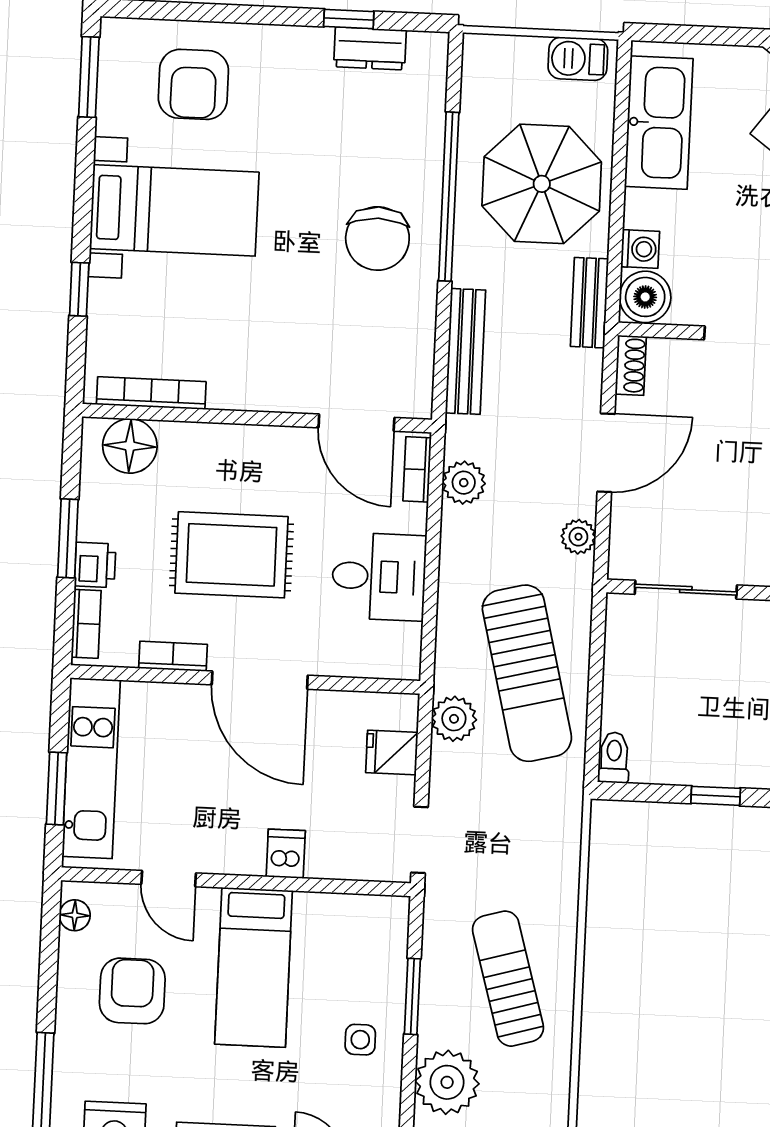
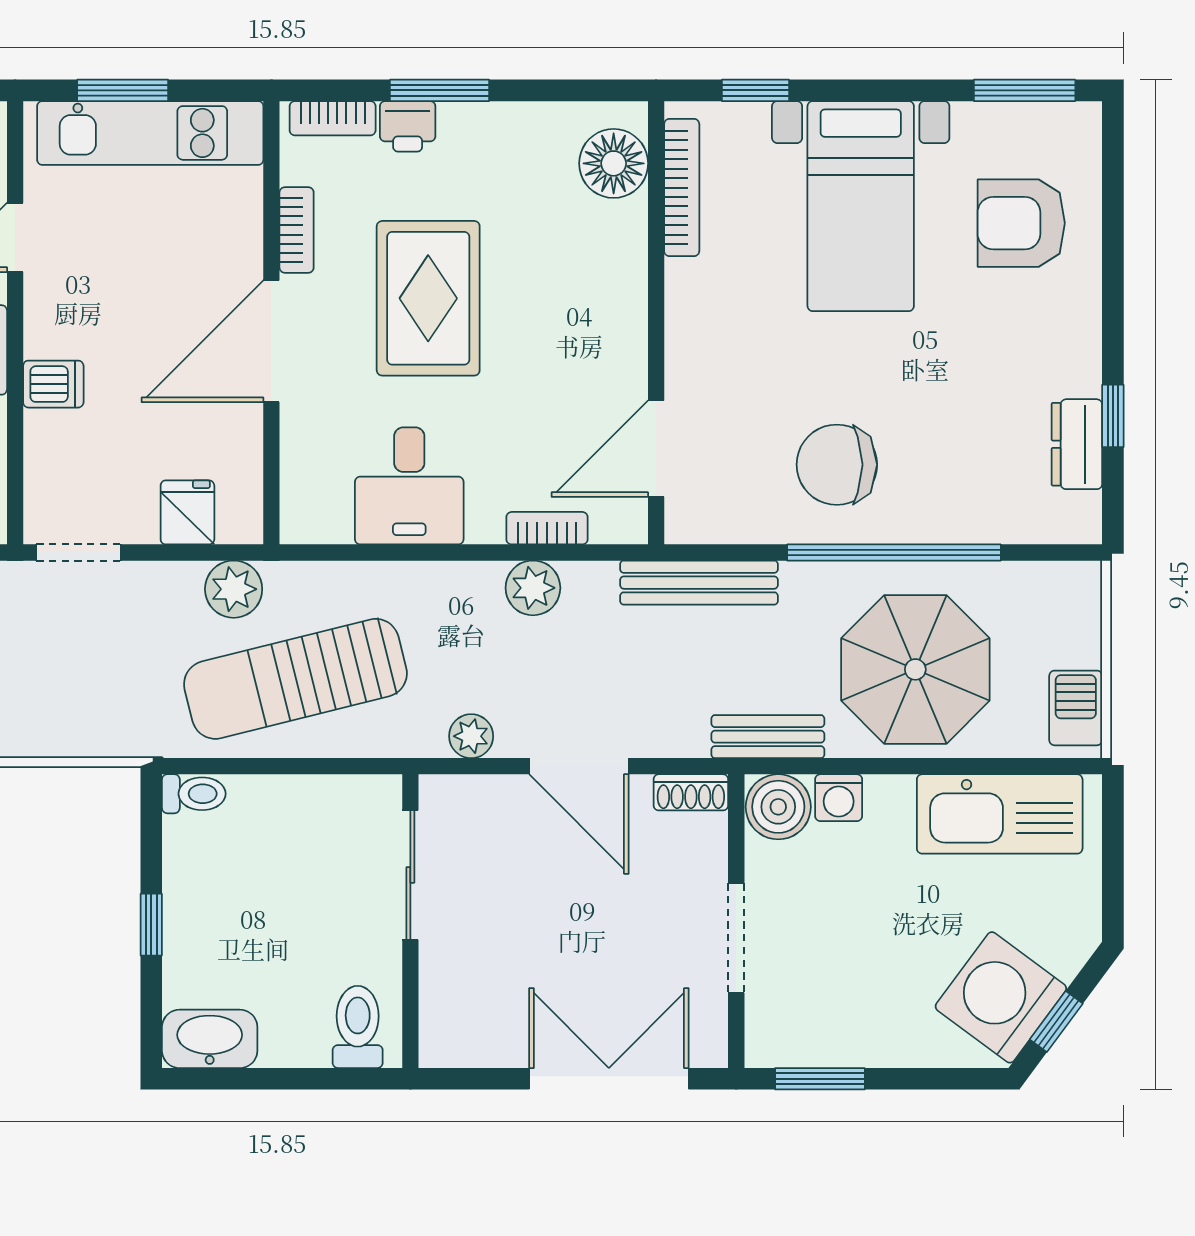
bookcase: (151, 393) -> (682, 188), moved
wall: (257, 418) -> (656, 323), moved
door: (356, 423) -> (656, 449), moved
floor lamp: (130, 446) -> (614, 163), moved

